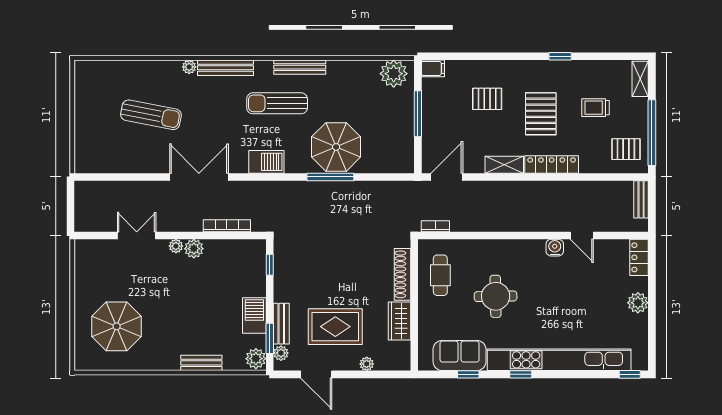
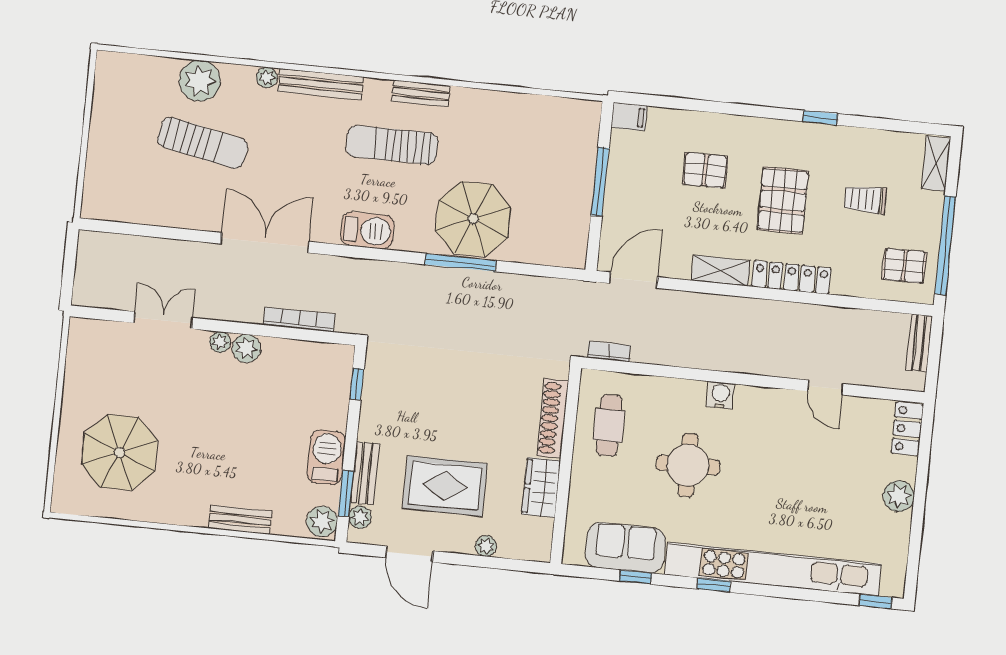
bench: (300, 67) -> (421, 93), width x0.73
plant: (394, 74) -> (200, 81), moved
water cooler: (555, 248) -> (720, 395), moved

